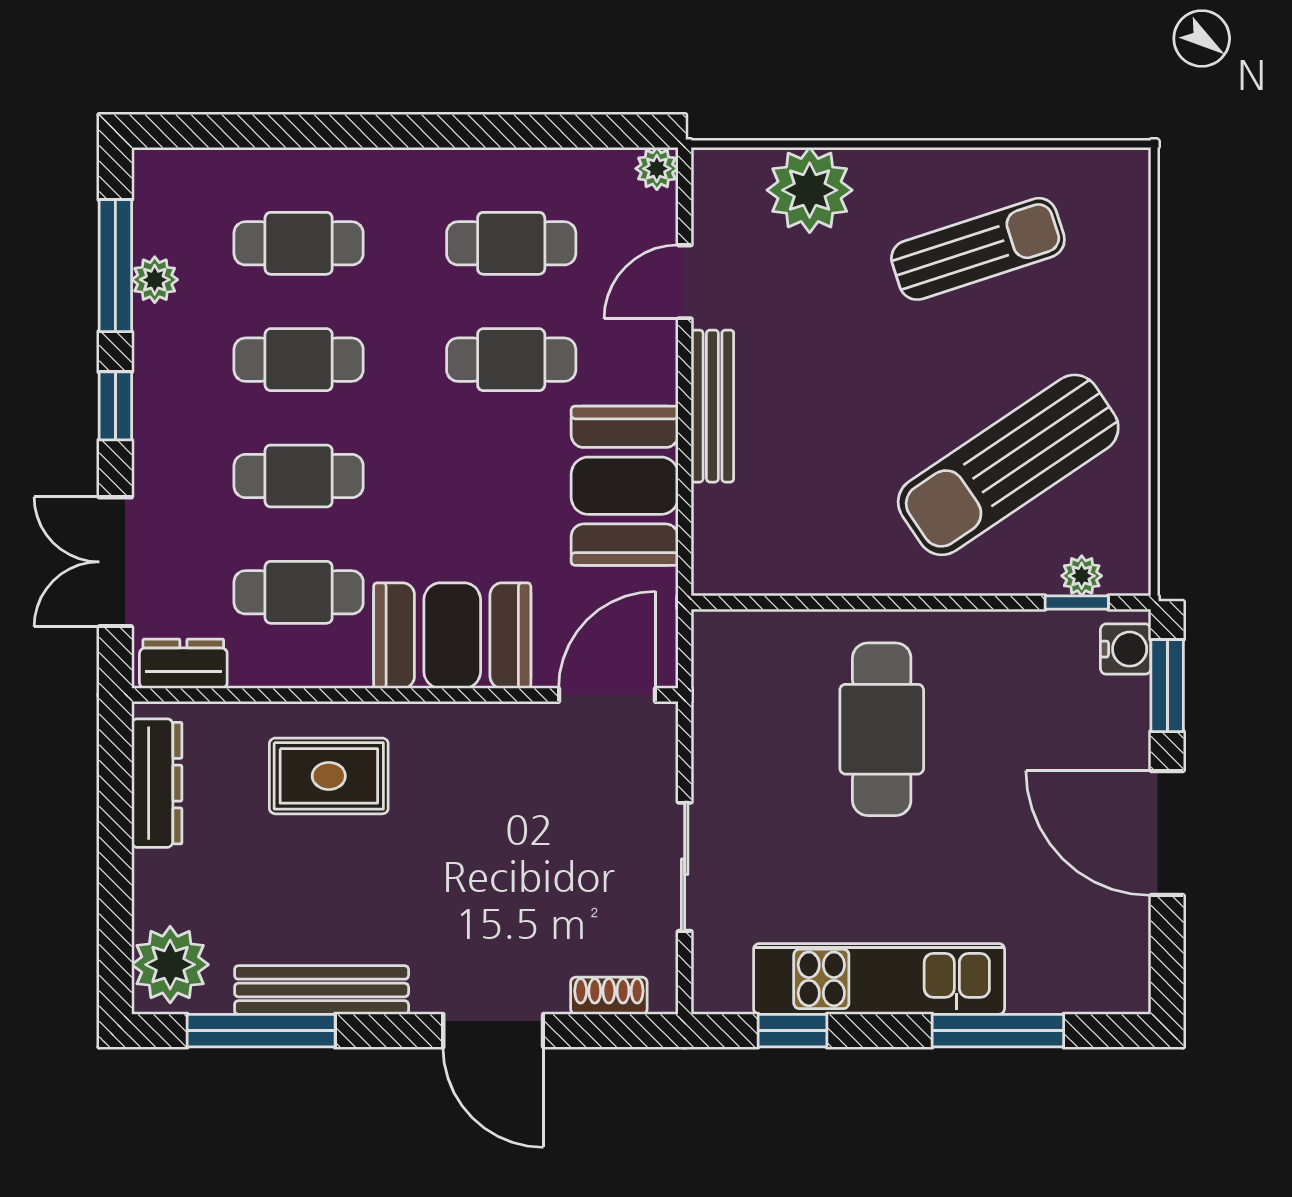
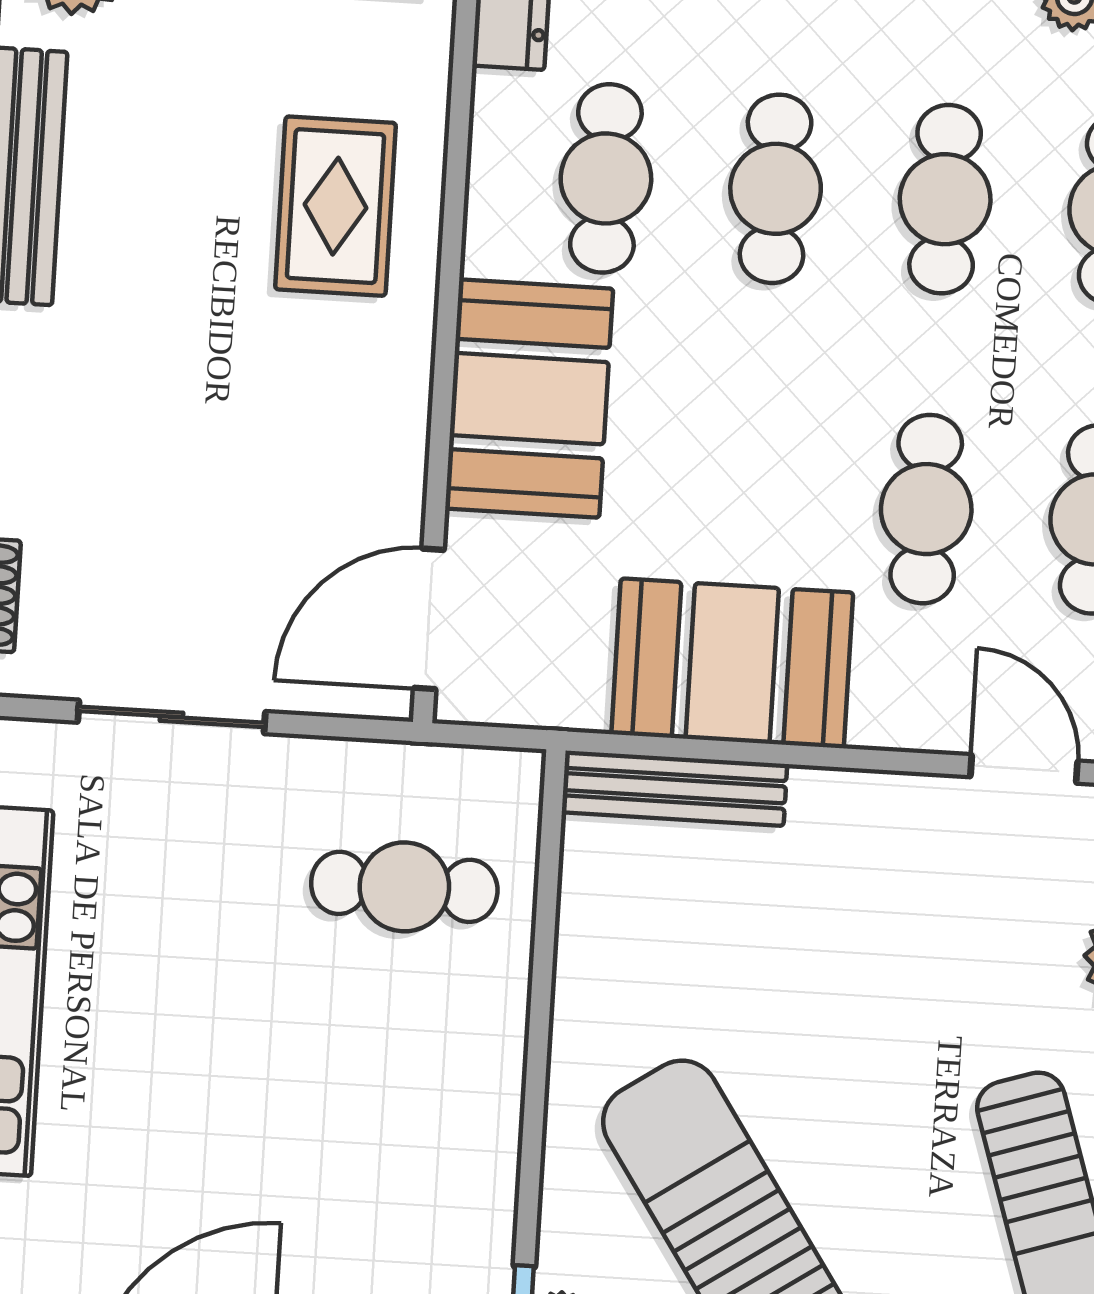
bench: (712, 406) -> (674, 788), moved
door: (607, 695) -> (429, 619), swing flipped
cafe table: (882, 729) -> (404, 887), moved, width x0.73, depth x0.74

